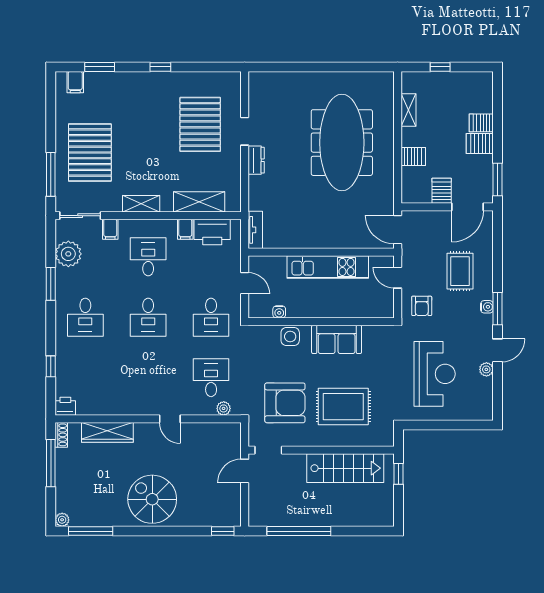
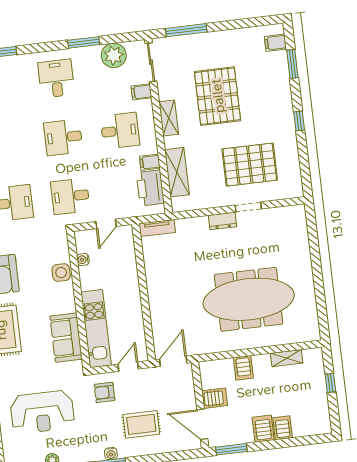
pallet: (90, 152) -> (218, 96), moved, turned 90
kitchen unit: (328, 267) -> (96, 329), moved, turned 180
desk: (85, 317) -> (56, 78), turned 90
sofa: (337, 339) -> (66, 338), moved

